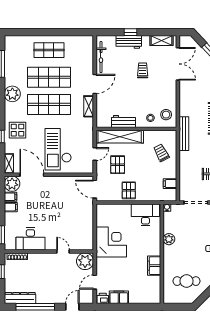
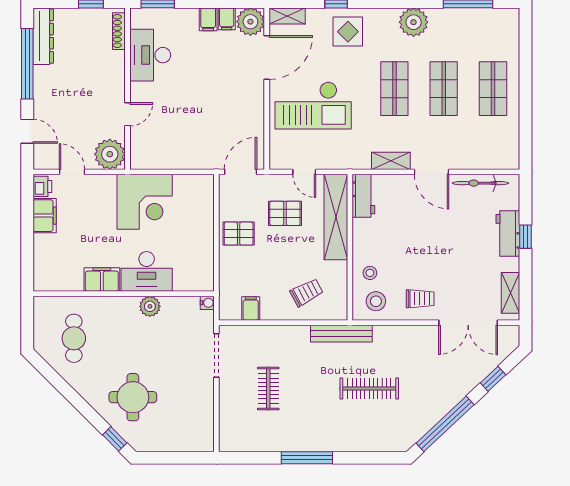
trolley: (143, 70) -> (420, 299), moved
shop shelf: (49, 77) -> (444, 89), width x0.70, depth x0.74
shop shelf: (49, 104) -> (394, 89), width x0.70, depth x0.74
workbench: (124, 122) -> (363, 196), moved
checkout: (58, 149) -> (313, 105), turned 180
desk: (145, 215) -> (147, 271), moved, turned 90

